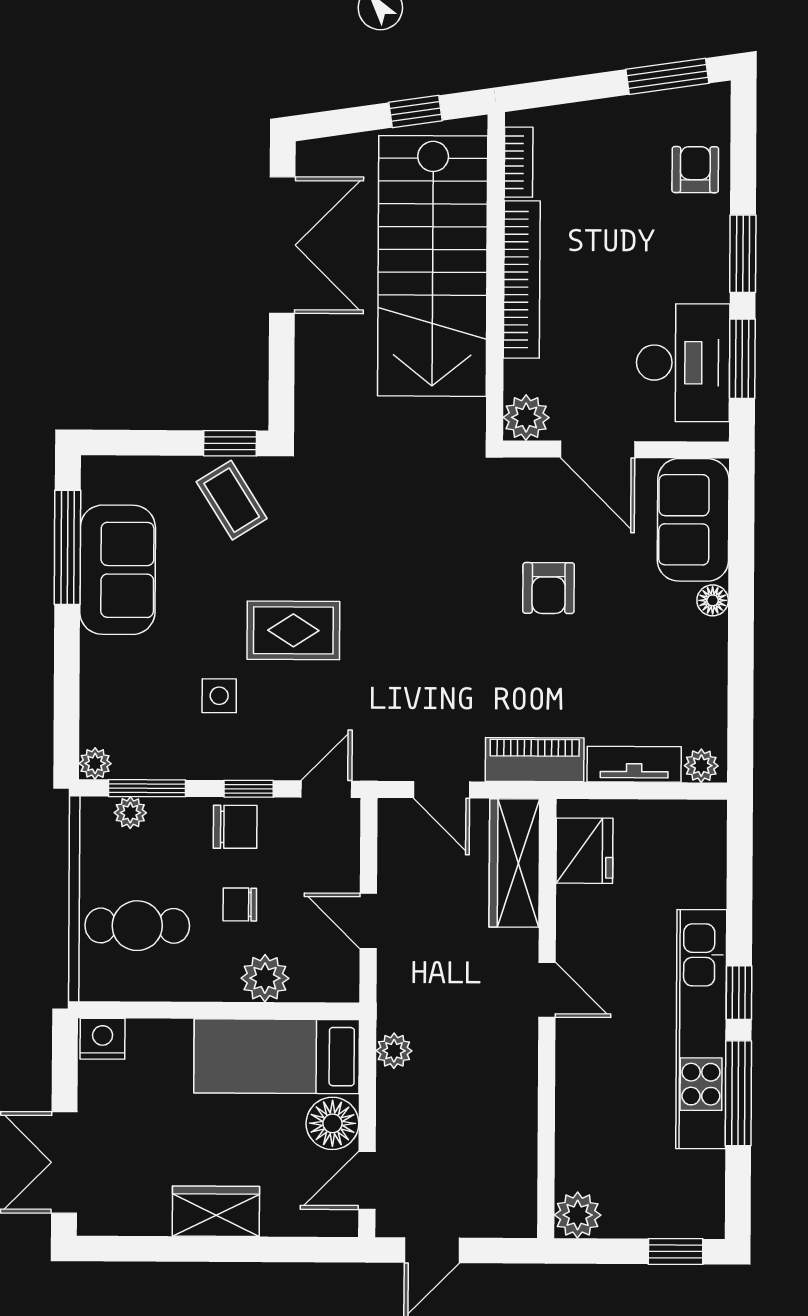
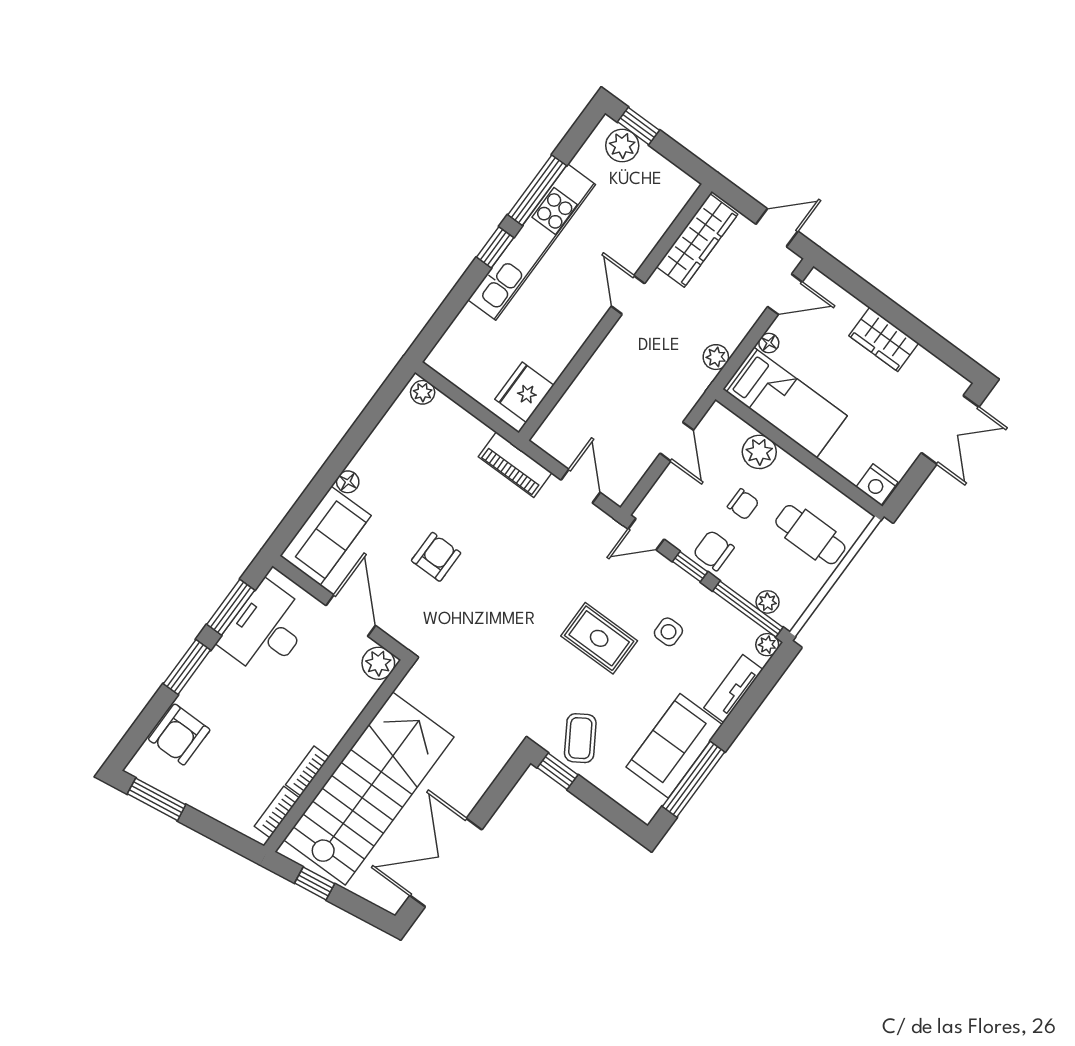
armchair: (695, 170) -> (179, 735), width x1.38, depth x1.38
bookcase: (522, 279) -> (307, 771), width x0.43, depth x0.76
tv unit: (634, 764) -> (733, 688), moved, turned 90
window: (147, 788) -> (748, 609), width x1.44
wardrobe: (514, 863) -> (697, 241), moved
door: (547, 990) -> (628, 295), moved
floor lamp: (332, 1123) -> (769, 343), width x0.53, depth x0.53
plant: (578, 1215) -> (622, 146), moved

